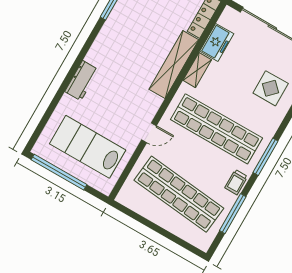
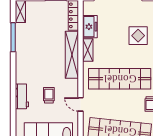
trolley: (116, 99) -> (49, 95), added
door: (149, 133) -> (80, 104), swing flipped

